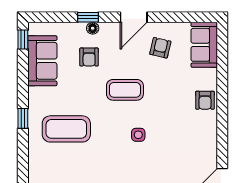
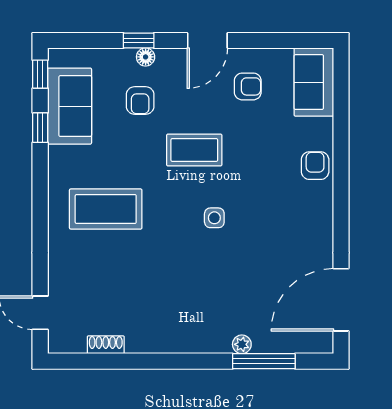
armchair: (160, 48) -> (248, 86), turned 77
armchair: (205, 100) -> (315, 166), turned 180
window: (23, 118) -> (40, 128), moved

